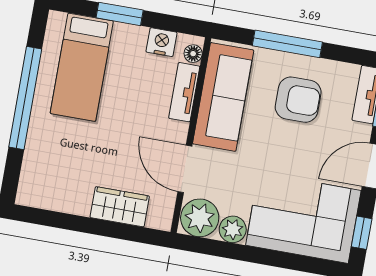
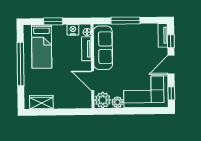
armchair: (298, 100) -> (134, 43), removed
wardrobe: (120, 207) -> (41, 102), moved

